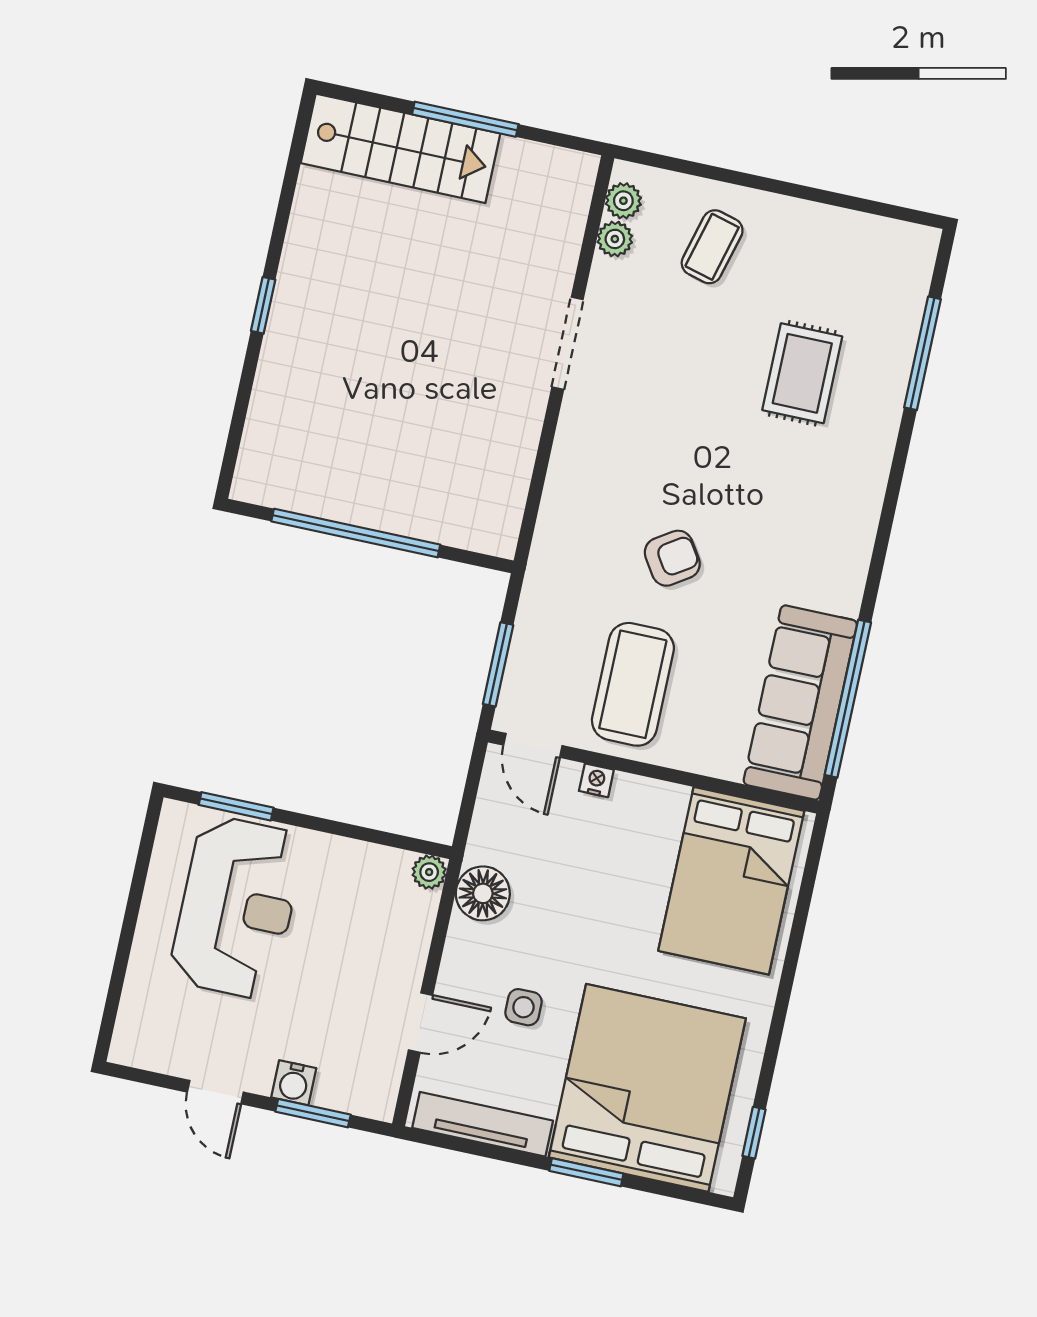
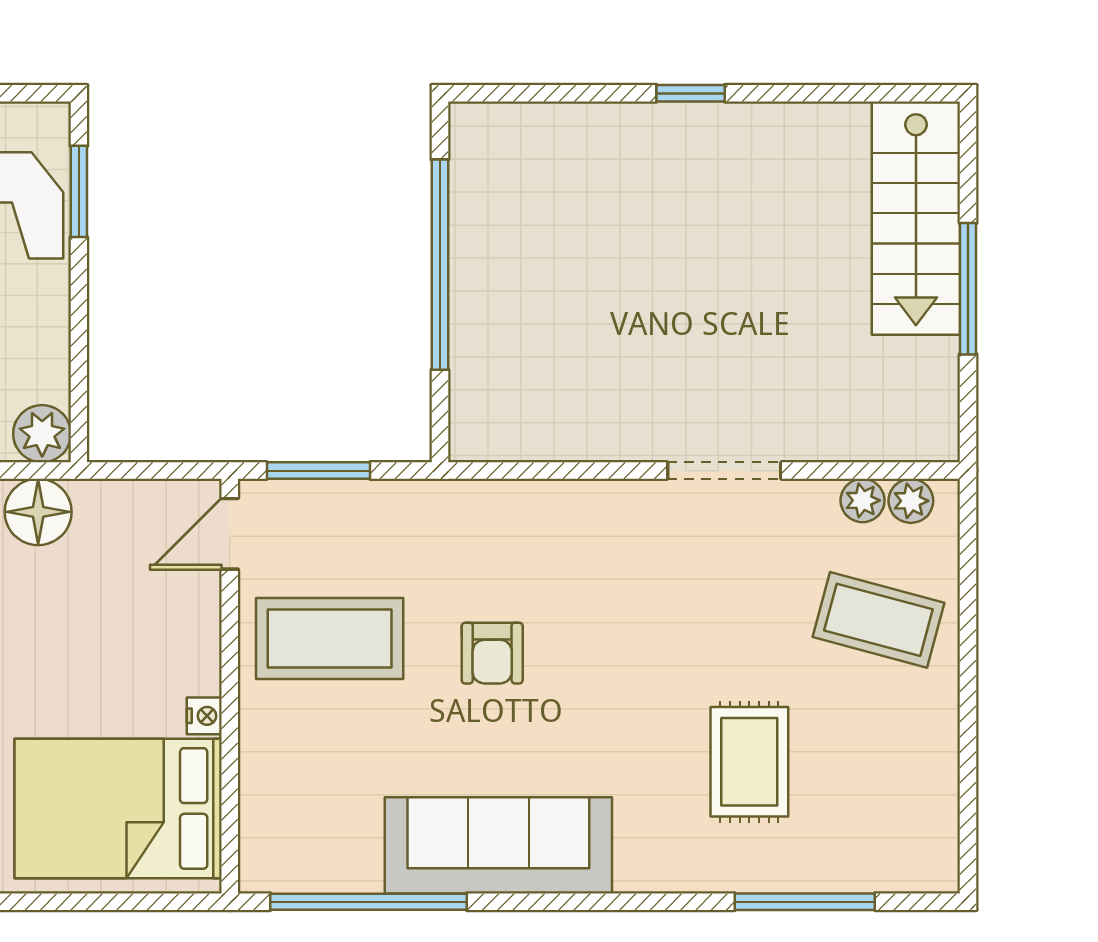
coffee table: (712, 247) -> (878, 620), width x1.36, depth x1.30
rug: (802, 373) -> (749, 762), turned 90
armchair: (672, 558) -> (492, 653), turned 33
sofa: (800, 703) -> (498, 845), moved
nightstand: (596, 780) -> (204, 716), moved
plant: (429, 872) -> (42, 434), width x1.38, depth x1.38

